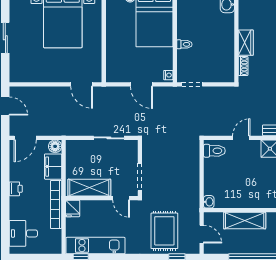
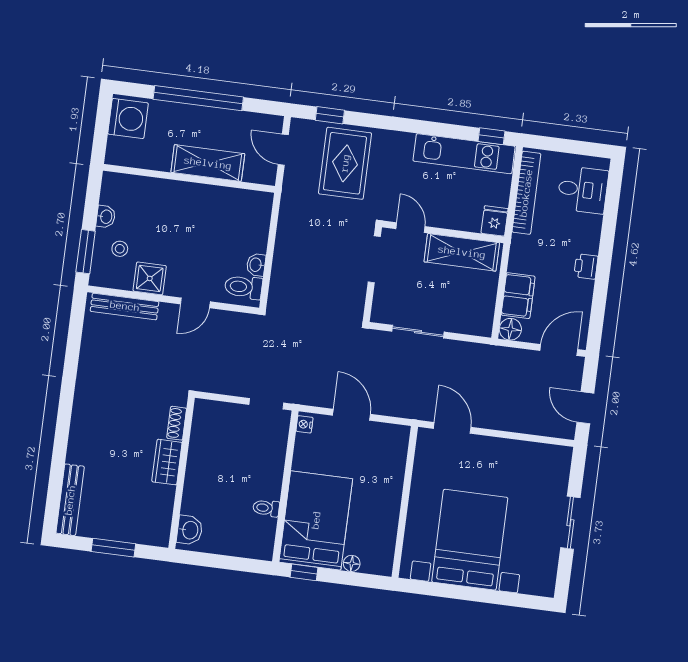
toilet: (184, 44) -> (266, 508), moved
washbasin: (209, 202) -> (256, 265), moved
bookcase: (56, 204) -> (526, 193), moved

